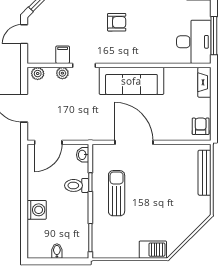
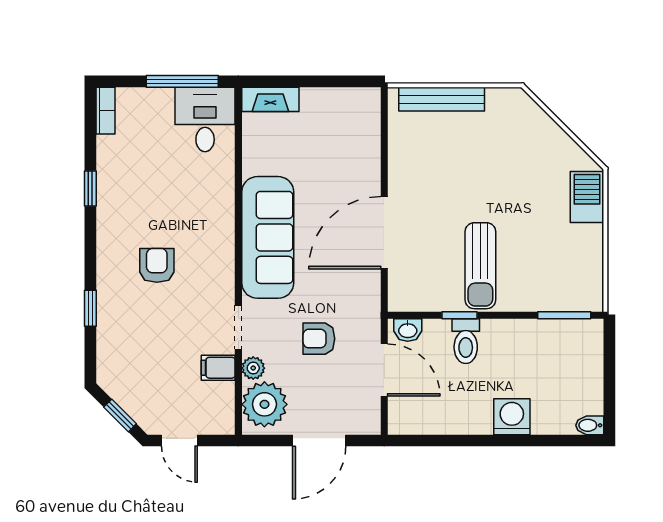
desk: (194, 42) -> (205, 119), width x0.73
plant: (38, 74) -> (264, 404), width x1.88, depth x1.88
armchair: (201, 126) -> (319, 339), moved
door: (48, 142) -> (384, 370), moved
sun lounger: (117, 193) -> (480, 266), turned -90
bidet: (57, 251) -> (590, 425), moved

